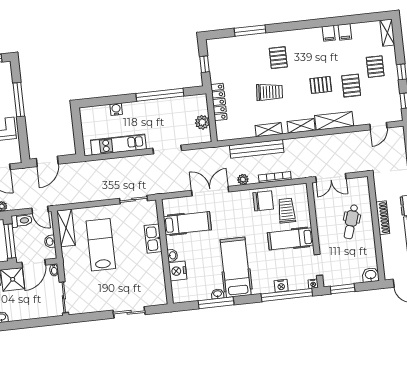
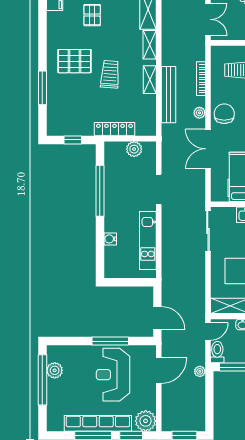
pallet: (278, 58) -> (74, 61), width x1.50, depth x1.42
pallet: (321, 85) -> (92, 15), moved
window: (19, 100) -> (110, 341), moved
sliding door: (134, 200) -> (208, 231), width x1.37
chair: (263, 201) -> (224, 114), moved

